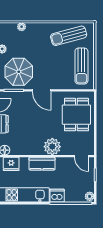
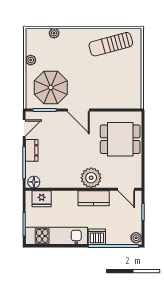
sun lounger: (81, 66) -> (126, 81), removed
dining table: (76, 115) -> (120, 139), turned 90
kitchen counter: (42, 164) -> (94, 198), moved

